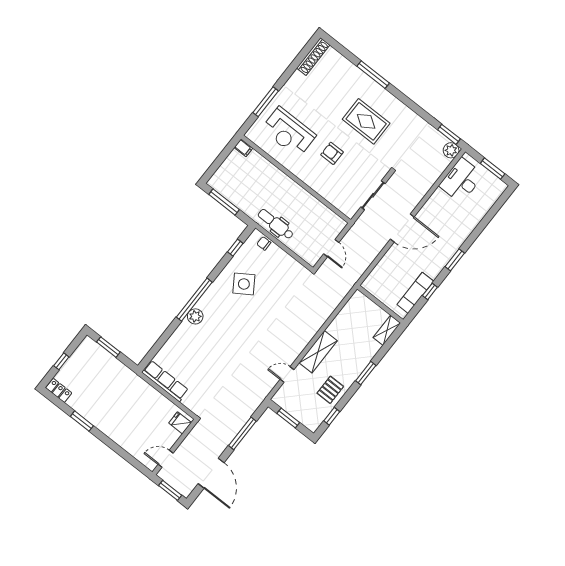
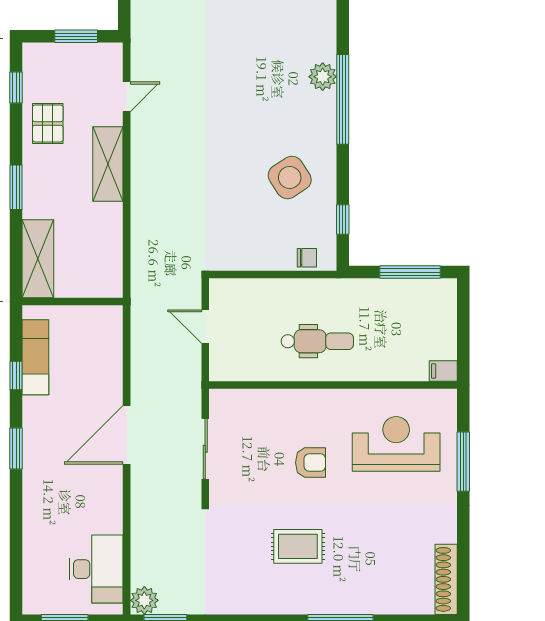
rug: (366, 121) -> (298, 546), width x0.73, depth x0.70
dental chair: (276, 224) -> (317, 341), moved
shelving: (387, 330) -> (38, 259), width x1.50, depth x1.33

